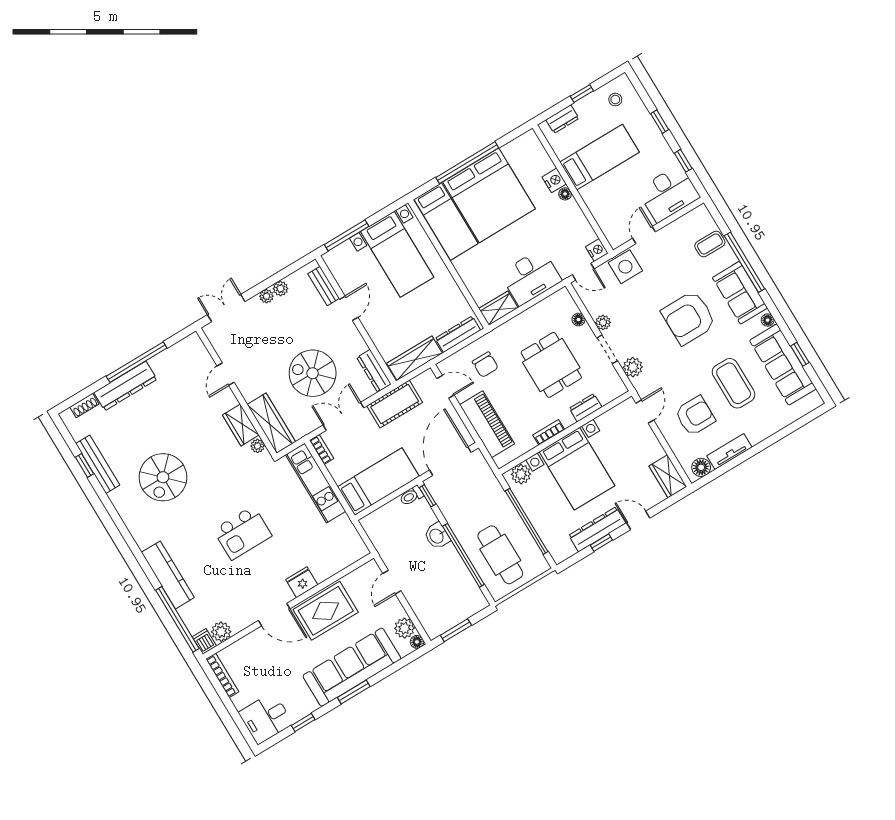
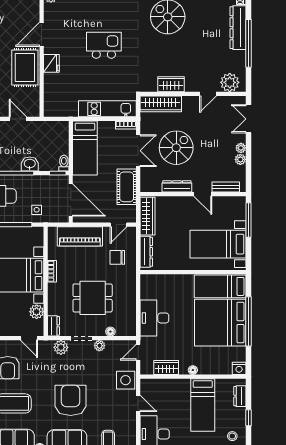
nightstand: (554, 180) -> (239, 368), moved
nightstand: (597, 250) -> (146, 369), removed
double door: (226, 308) -> (248, 119), swing flipped
wardrobe: (498, 308) -> (166, 367), moved, turned -90
dresser: (374, 371) -> (177, 186), moved
door: (226, 374) -> (208, 94), swing flipped
dresser: (586, 408) -> (53, 326), moved
plant: (258, 446) -> (230, 82), moved, width x1.87, depth x1.87
plant: (521, 474) -> (37, 312), moved
side table: (487, 495) -> (37, 210), added
kitchen island: (243, 533) -> (104, 45), turned 90

